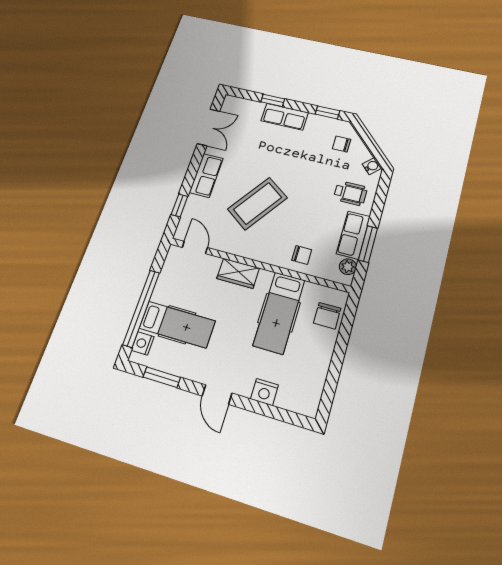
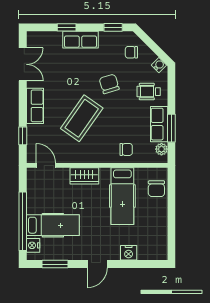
chair: (304, 173) -> (109, 84), added
wheelchair: (350, 193) -> (149, 92), turned 180
door: (217, 394) -> (97, 264), hinge flipped

